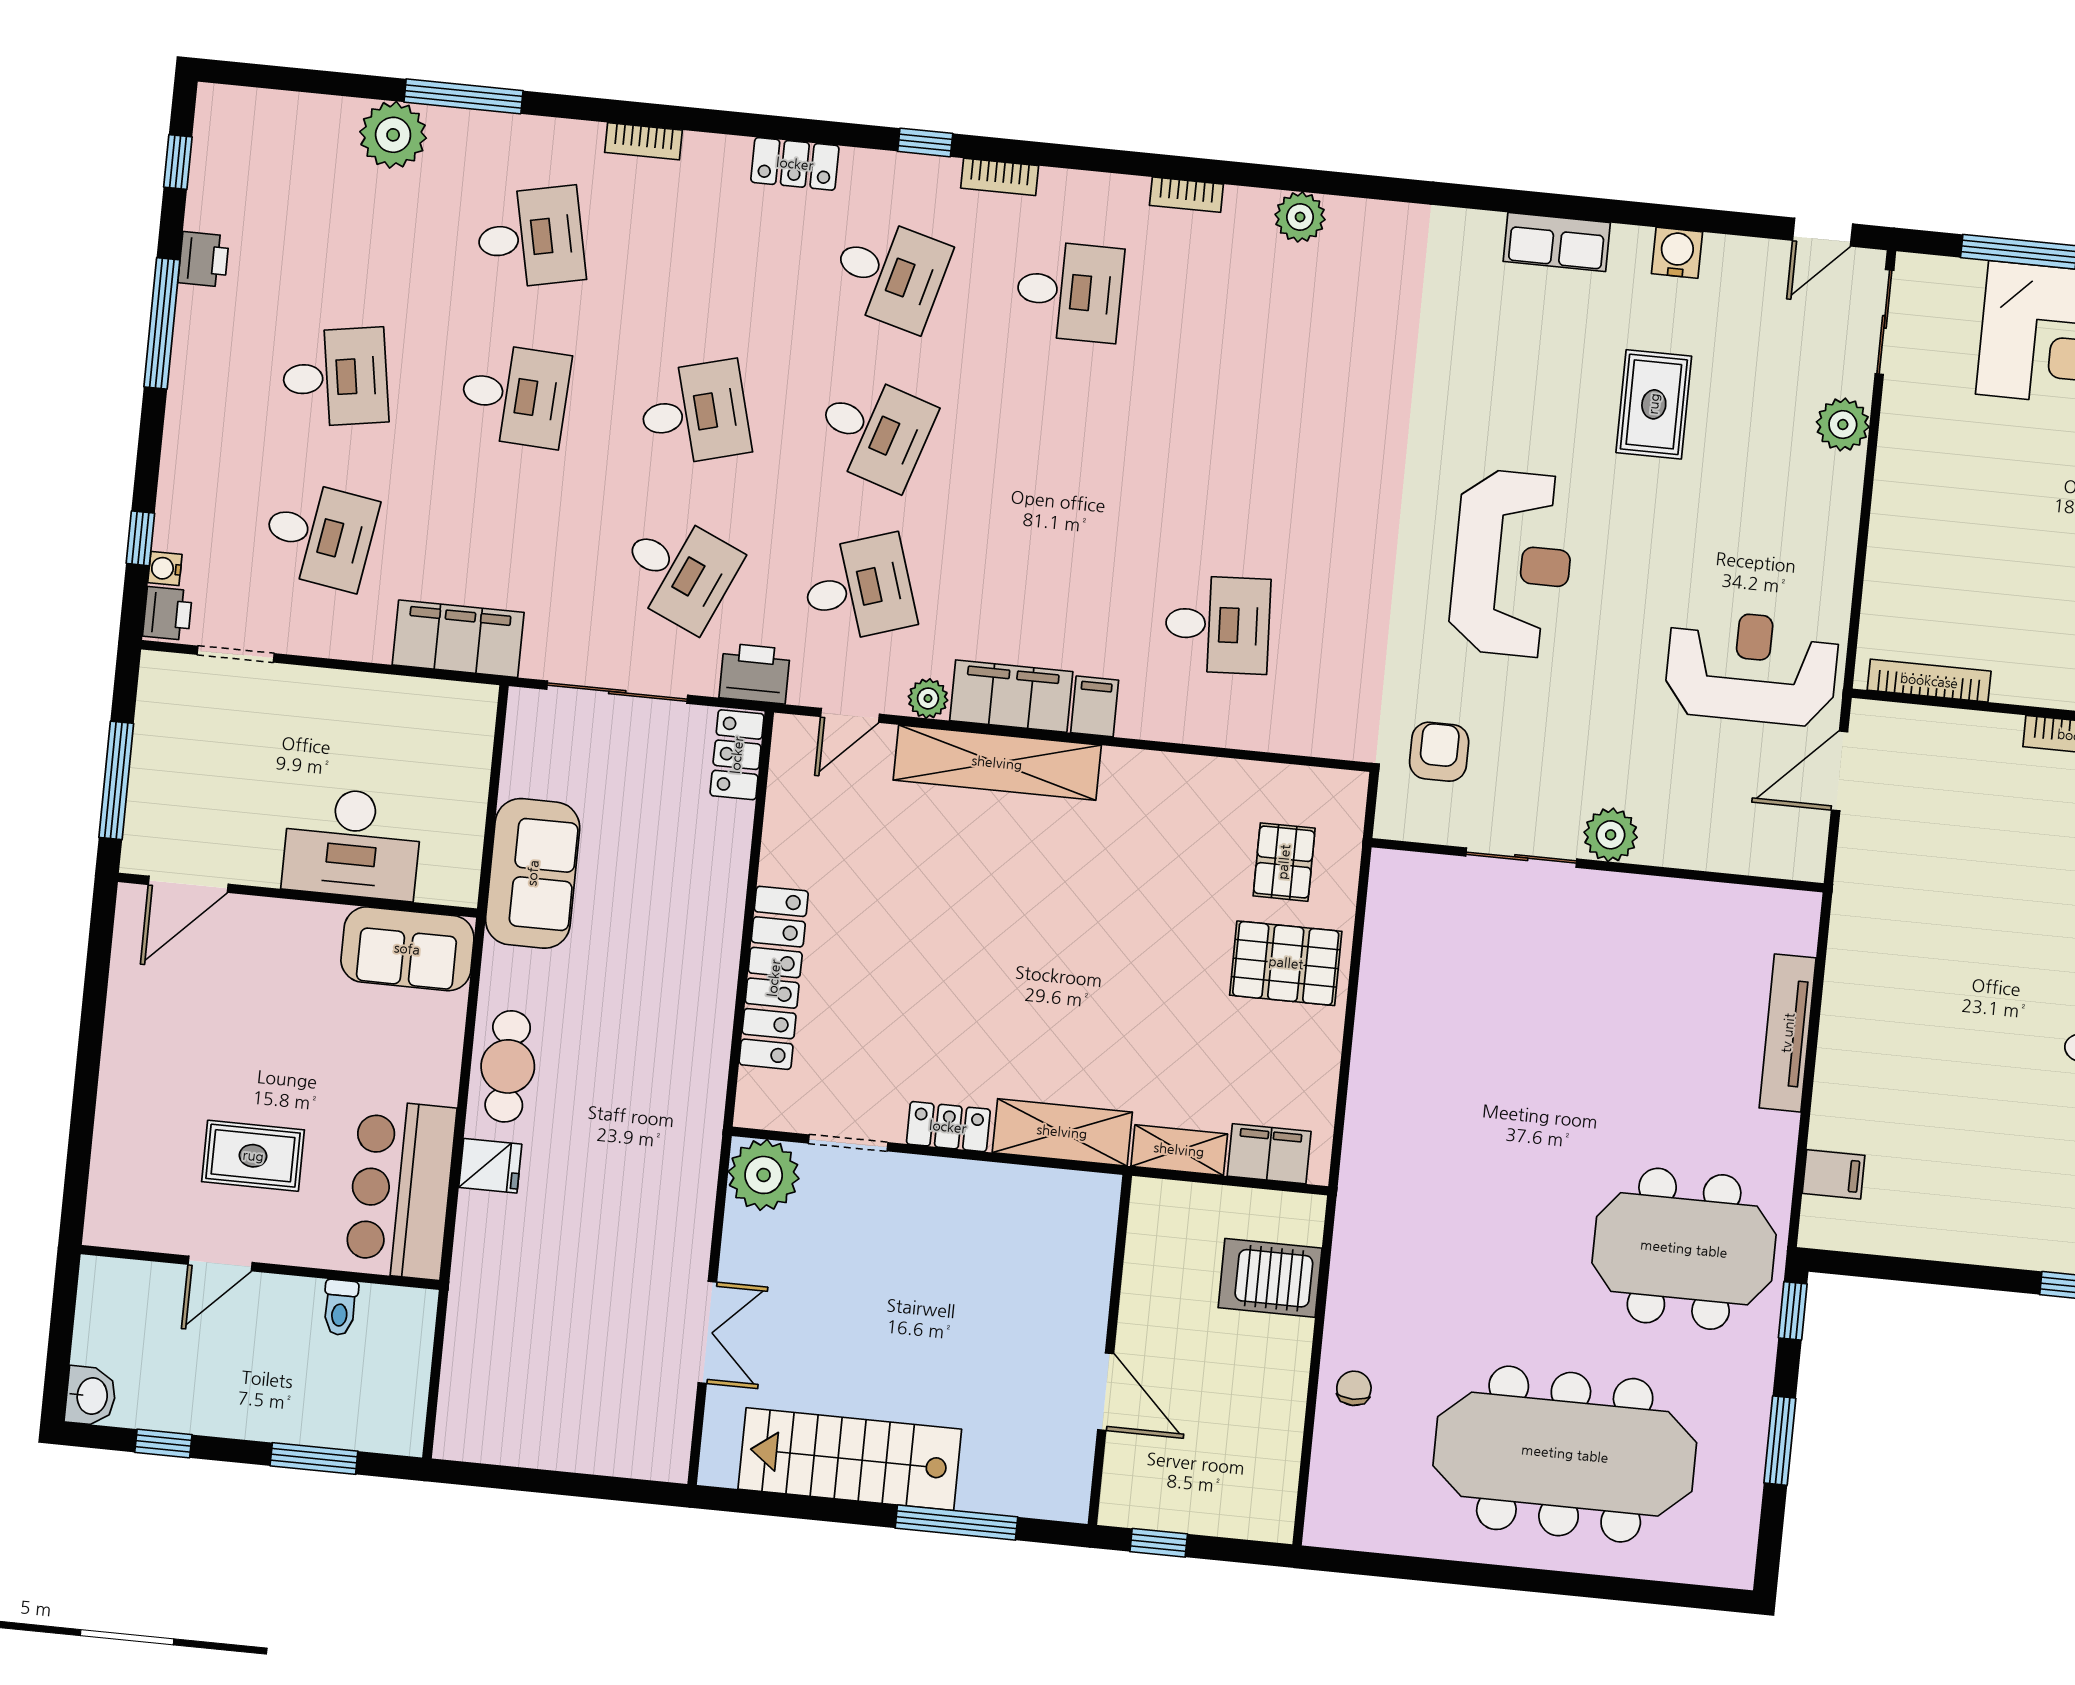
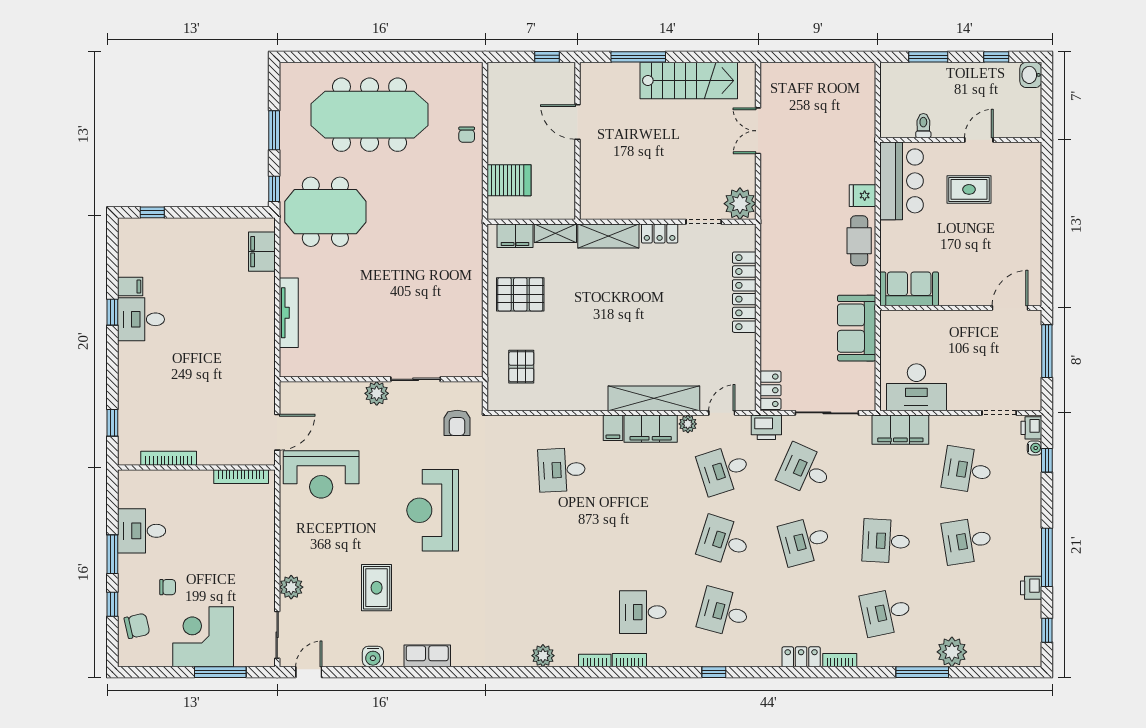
locker: (795, 164) -> (801, 657), moved
bookcase: (1000, 177) -> (629, 660), moved
desk: (352, 843) -> (916, 387), moved, turned 180
pallet: (1286, 963) -> (520, 294), moved
filing cabinet: (1834, 1174) -> (262, 252), width x2.00

